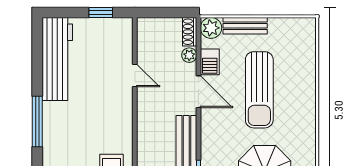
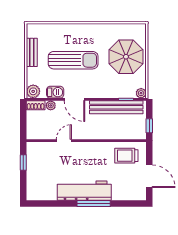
bench: (245, 26) -> (32, 52), moved
workbench: (57, 59) -> (84, 191), moved
door: (198, 92) -> (74, 99), swing flipped

